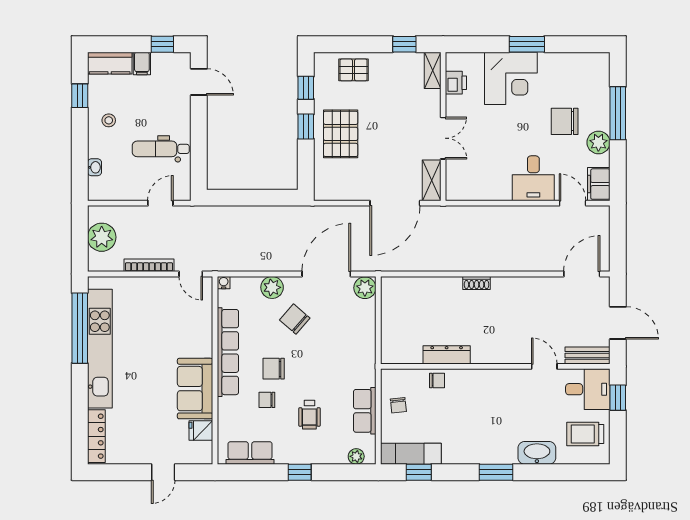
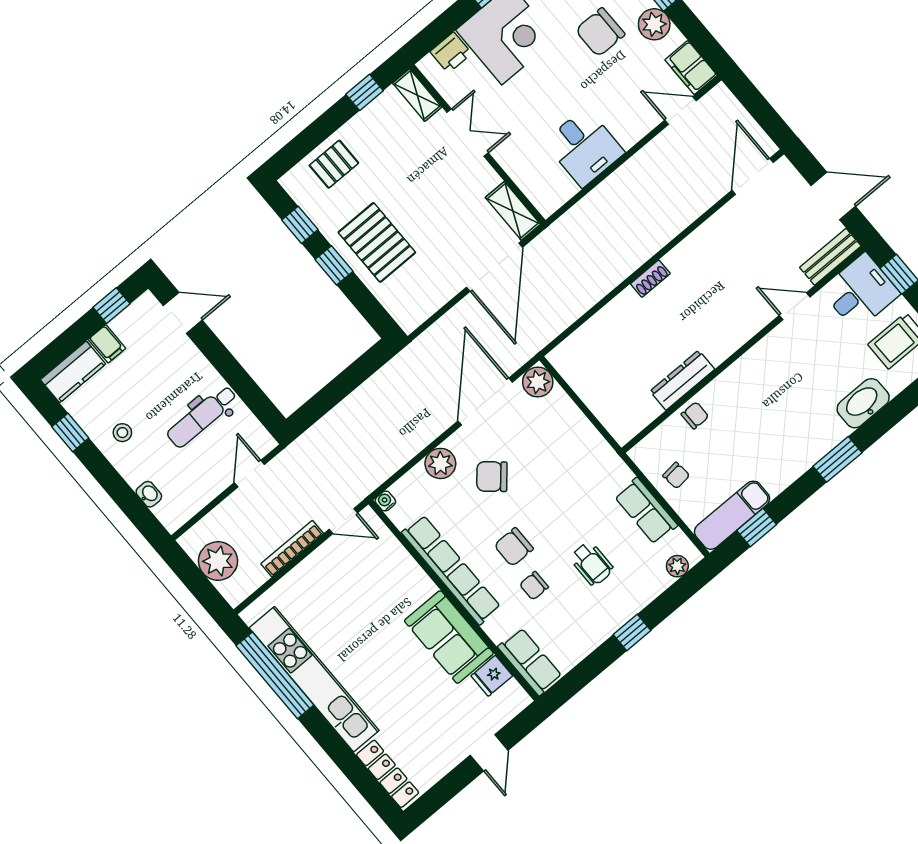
printer: (456, 83) -> (451, 53), moved, turned 90
double door: (443, 138) -> (468, 133), moved
desk: (533, 178) -> (584, 147), moved
row of seats: (250, 453) -> (530, 662), moved, turned 90

